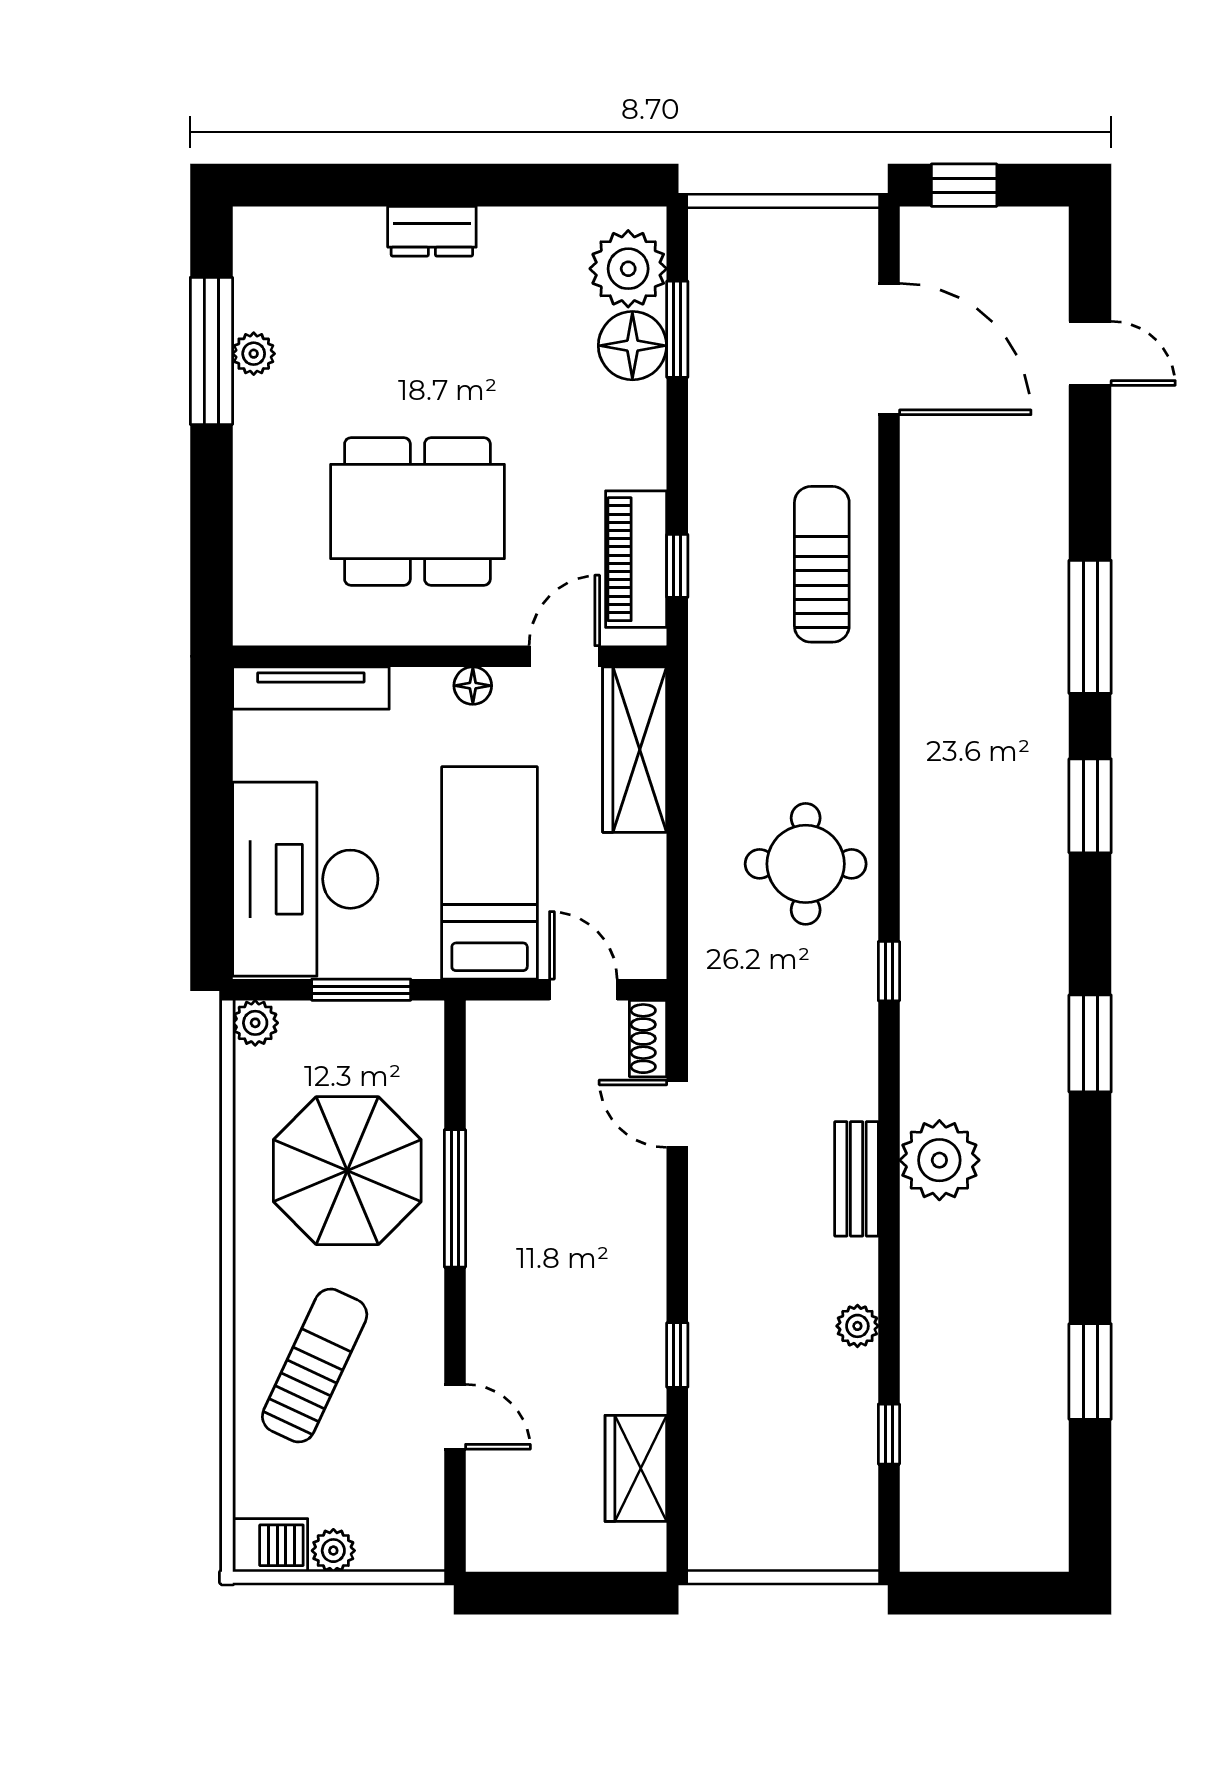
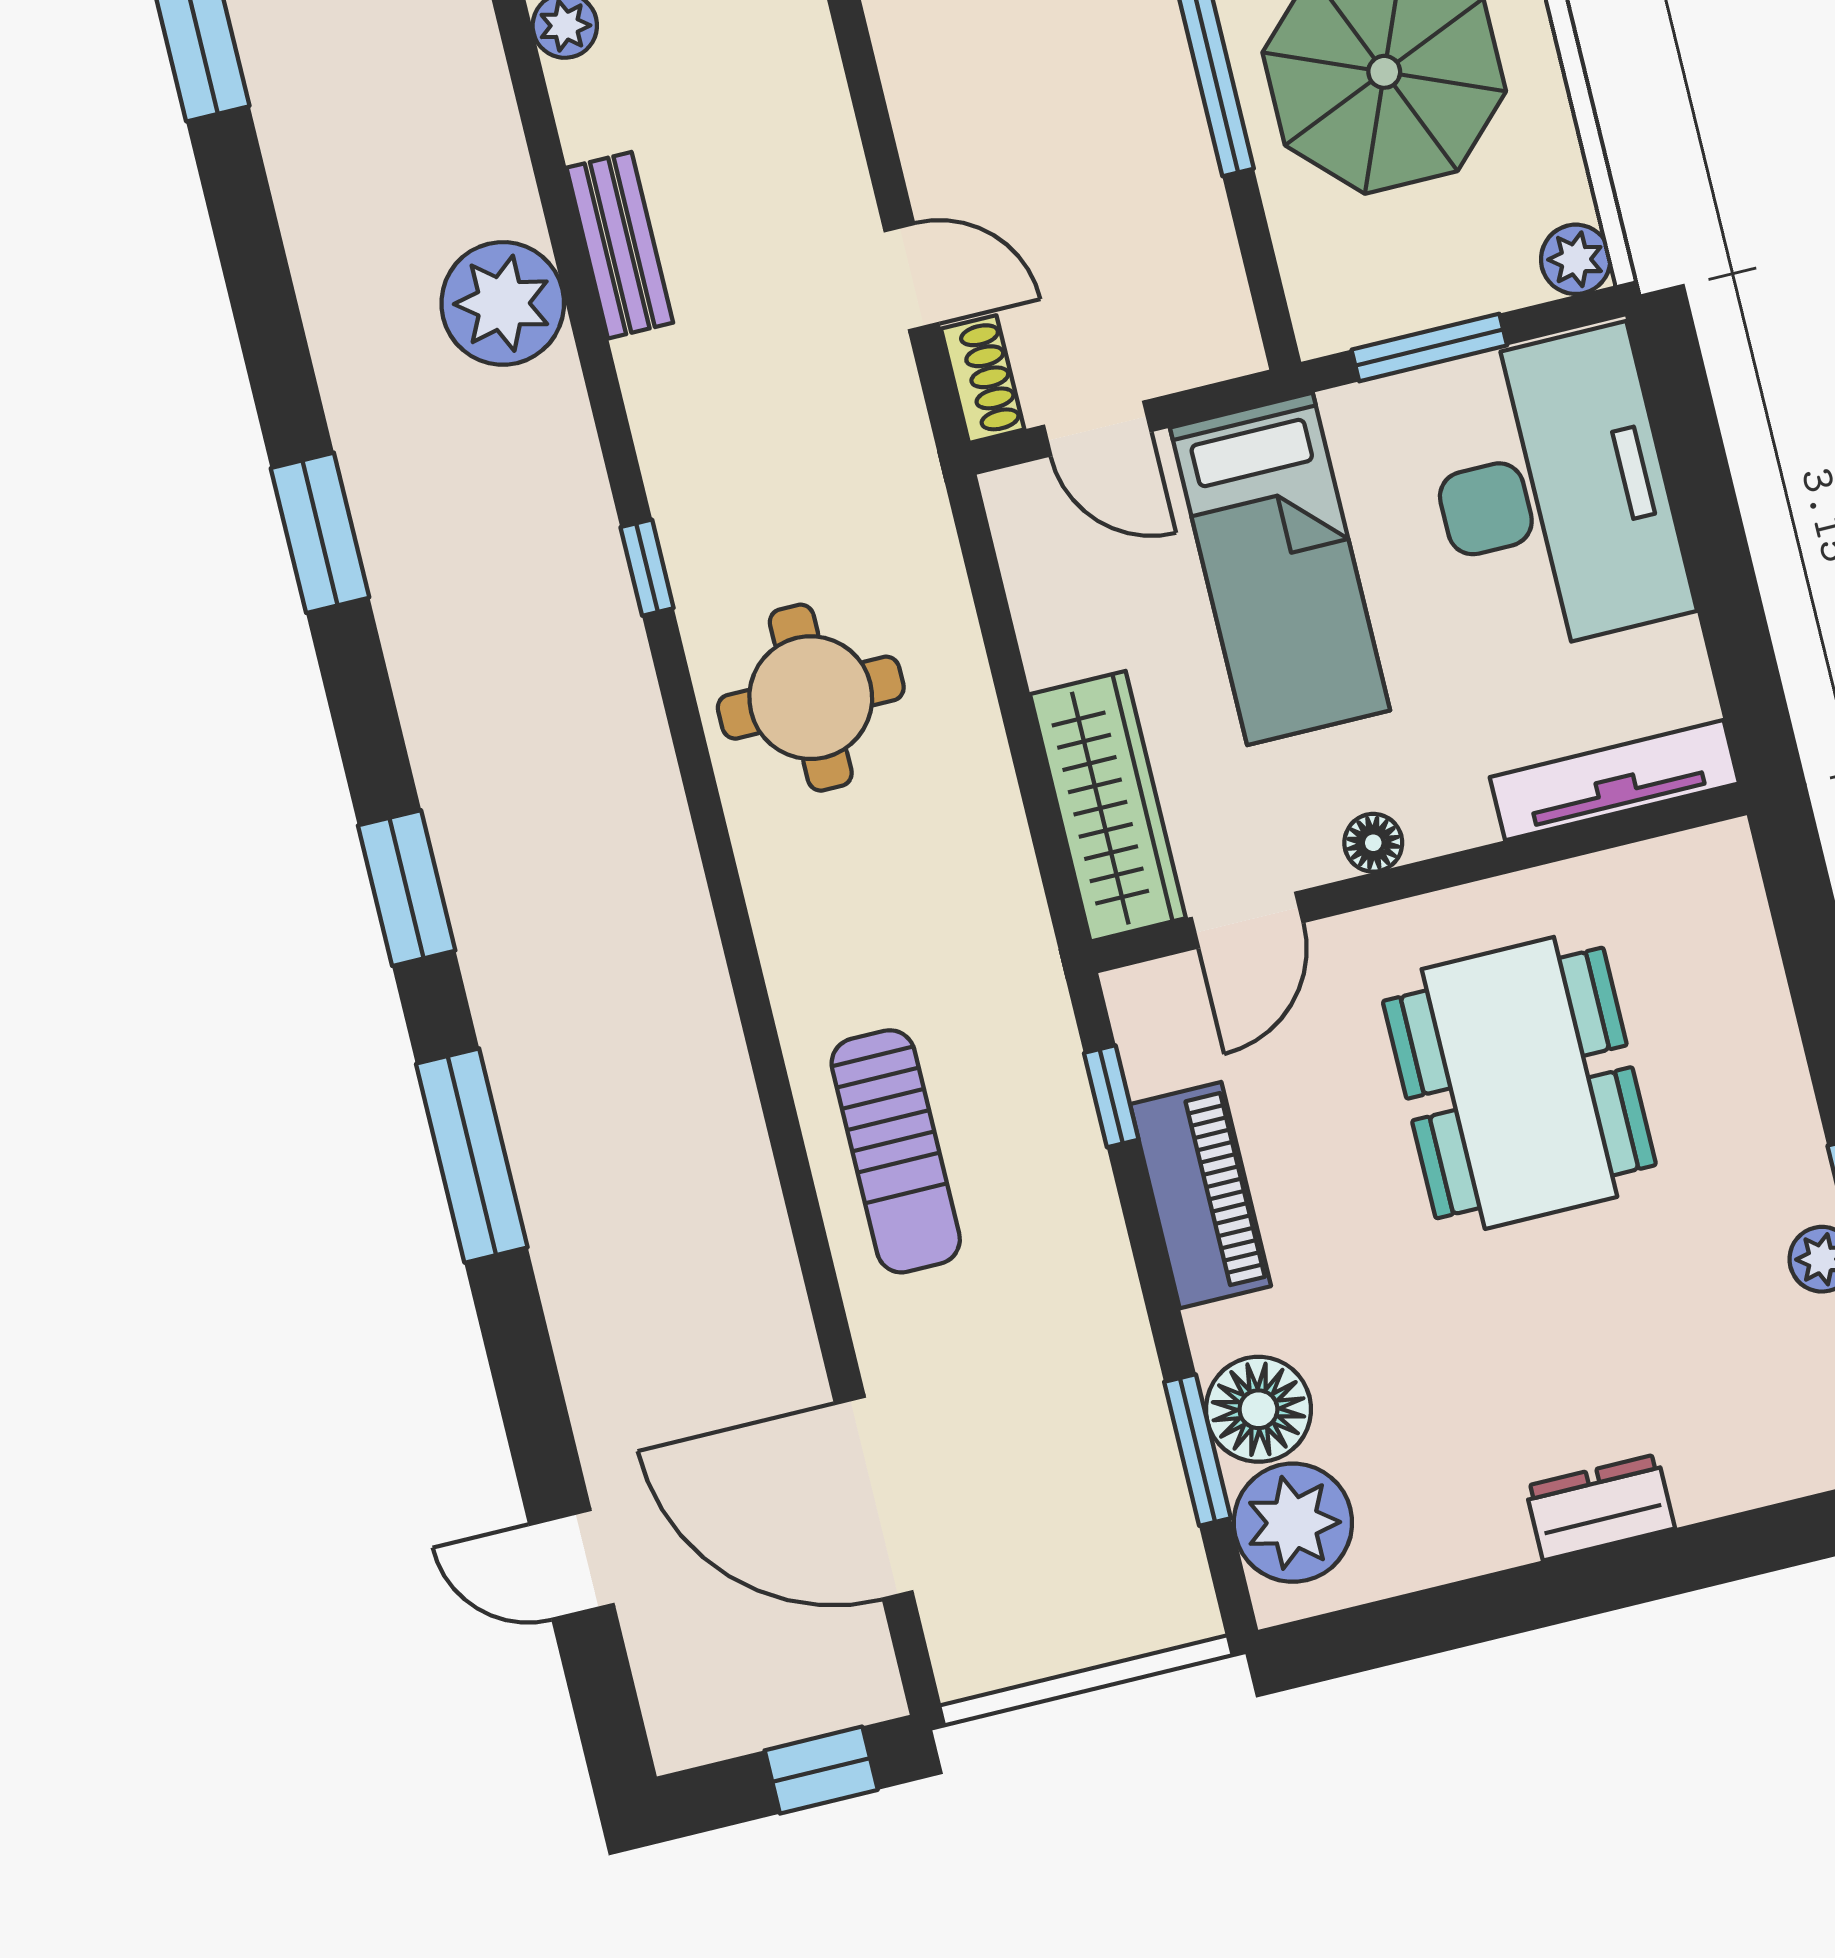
dining table: (417, 512) -> (1519, 1083), turned 90
piano: (636, 559) -> (1200, 1195), moved

